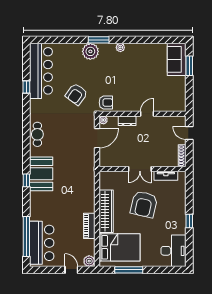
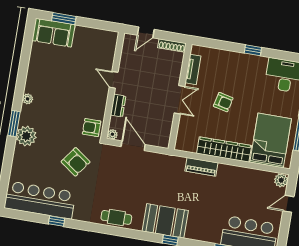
armchair: (106, 102) -> (92, 128), turned -90
armchair: (144, 204) -> (223, 102), width x0.53, depth x0.53
piano: (89, 226) -> (201, 167), moved

